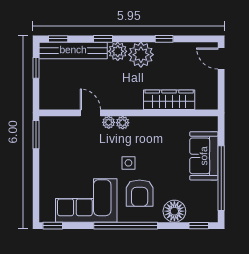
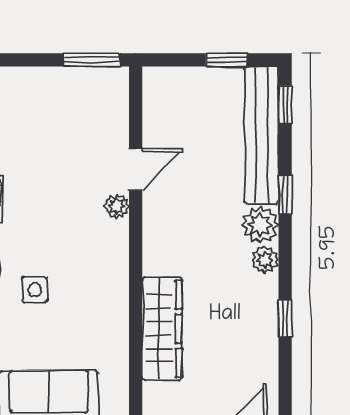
plant: (141, 55) -> (265, 260), width x0.53, depth x0.53
plant: (123, 123) -> (116, 235), removed
side table: (128, 163) -> (35, 290), moved

